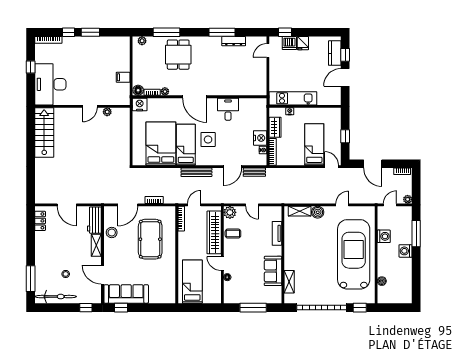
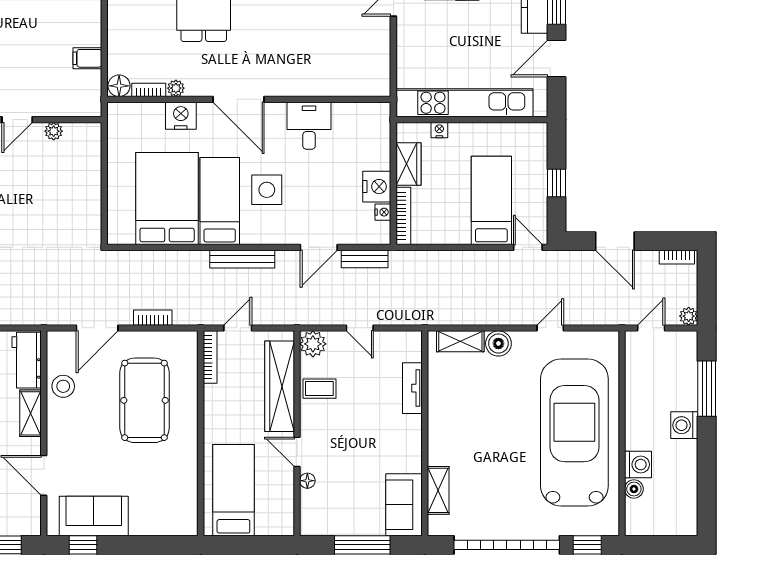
kitchen unit: (293, 98) -> (464, 103), width x1.36
nightstand: (140, 104) -> (181, 116), moved
washing machine: (384, 236) -> (638, 465), moved
sofa: (273, 271) -> (404, 505), moved
sofa: (126, 294) -> (94, 516), width x0.73

